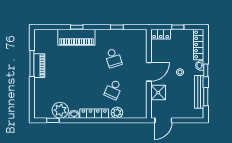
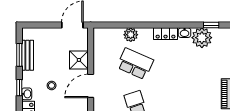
school desk: (113, 89) -> (135, 64), width x1.85
bench: (199, 92) -> (28, 55), width x0.73
locker: (94, 114) -> (166, 34), width x0.66

